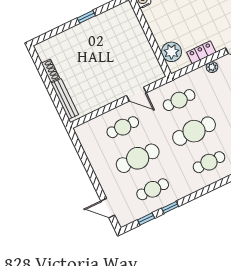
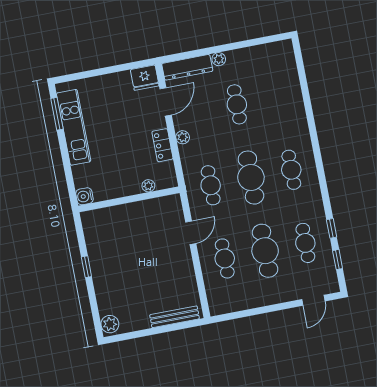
plant: (45, 48) -> (110, 324), added
plant: (171, 52) -> (148, 186), width x0.53, depth x0.53
shoe rack: (50, 71) -> (137, 325), removed

